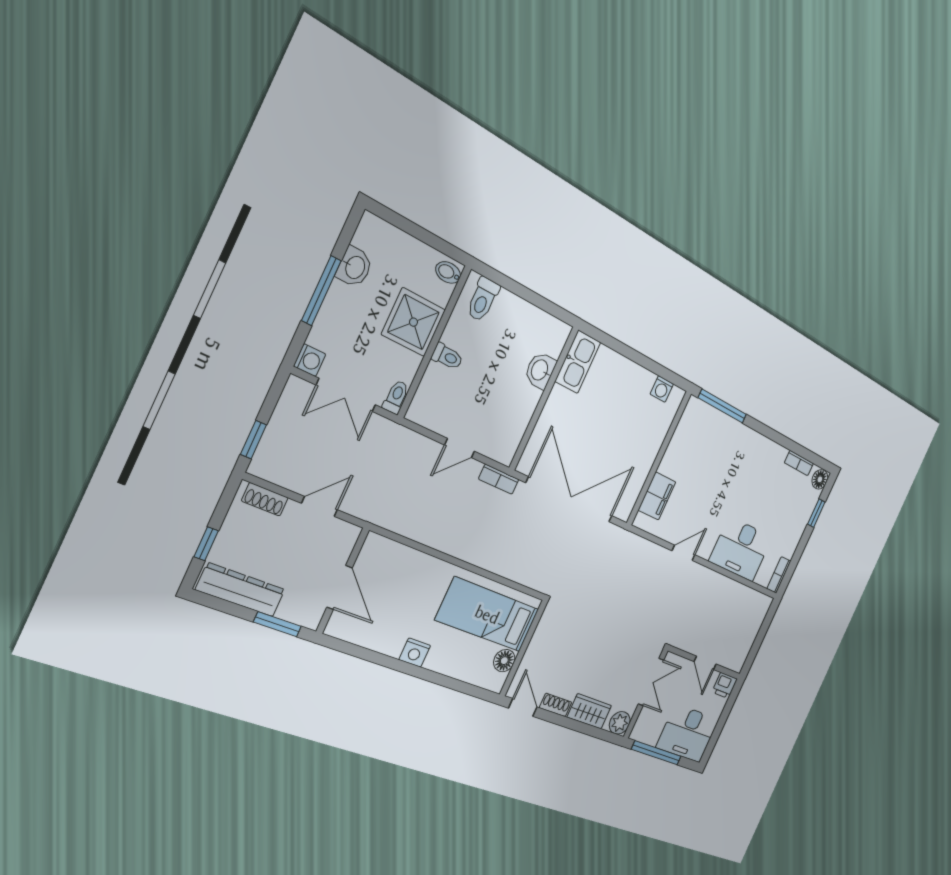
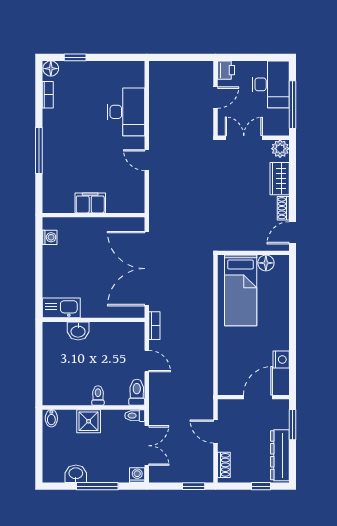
toilet: (483, 299) -> (137, 392), moved, turned -90
shower: (413, 322) -> (89, 421), width x0.73, depth x0.73
window: (722, 406) -> (39, 151), moved
filing cabinet: (657, 496) -> (90, 203), moved
bookcase: (779, 575) -> (131, 66), removed
nightstand: (415, 653) -> (281, 359), moved

